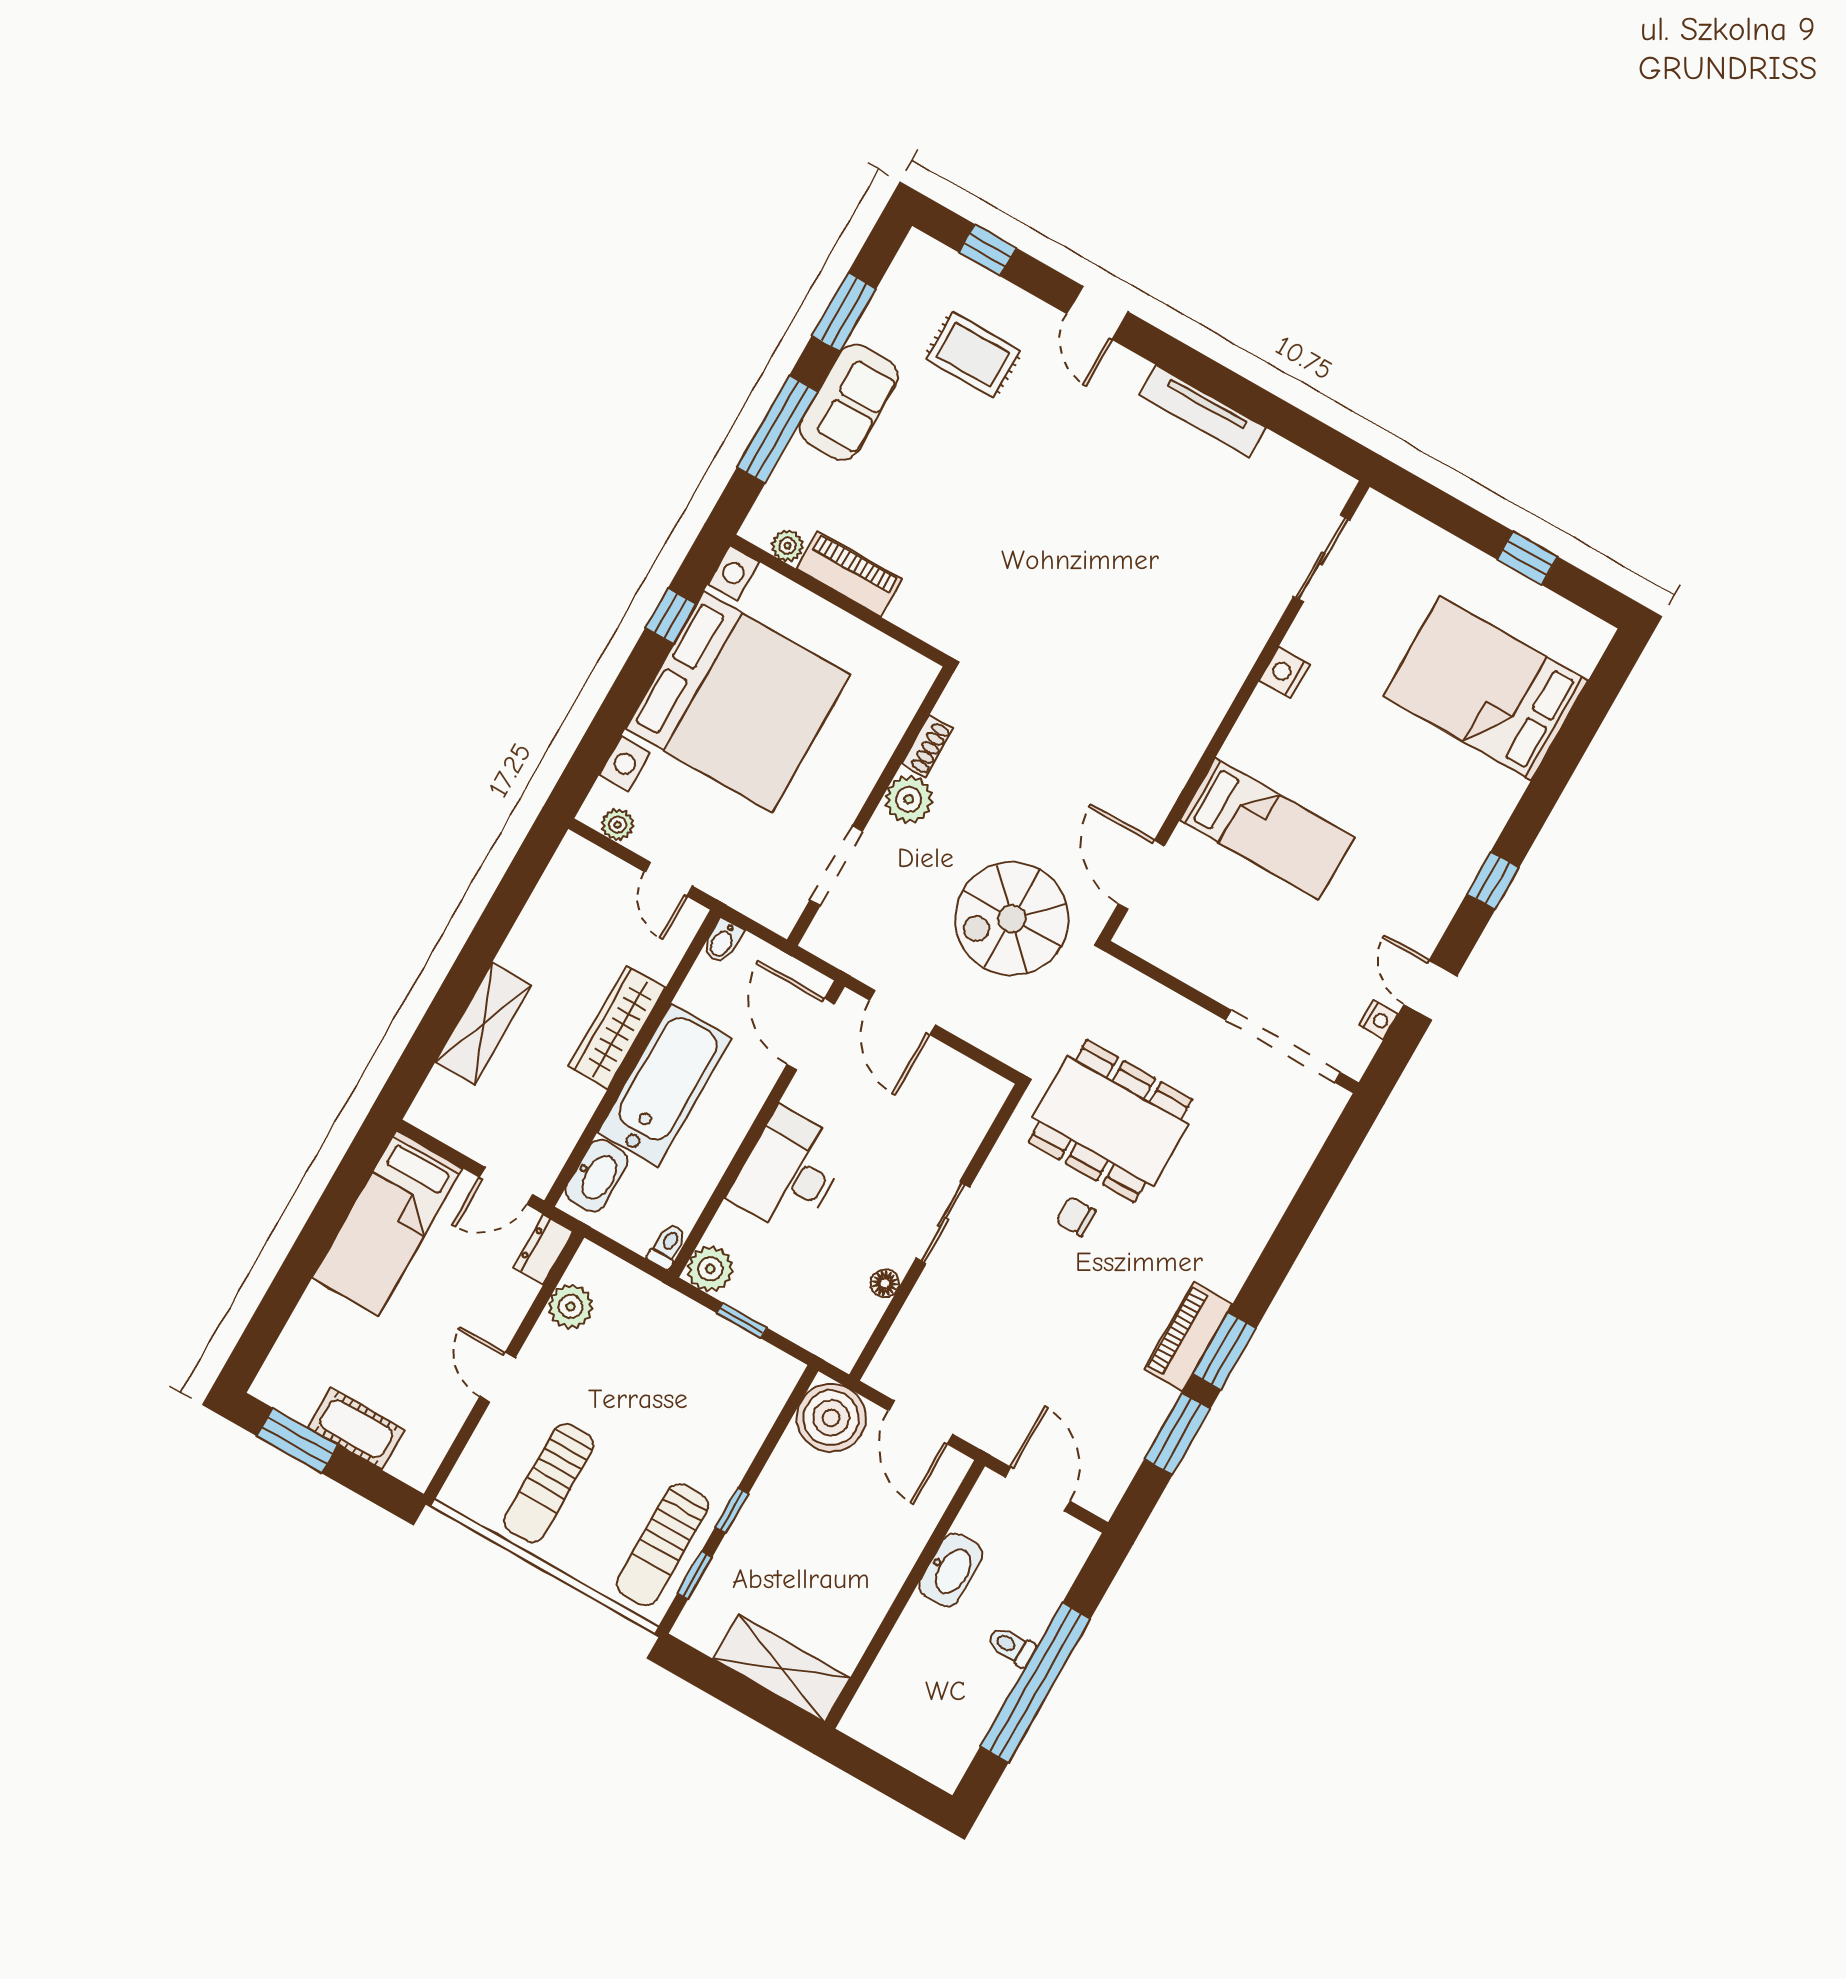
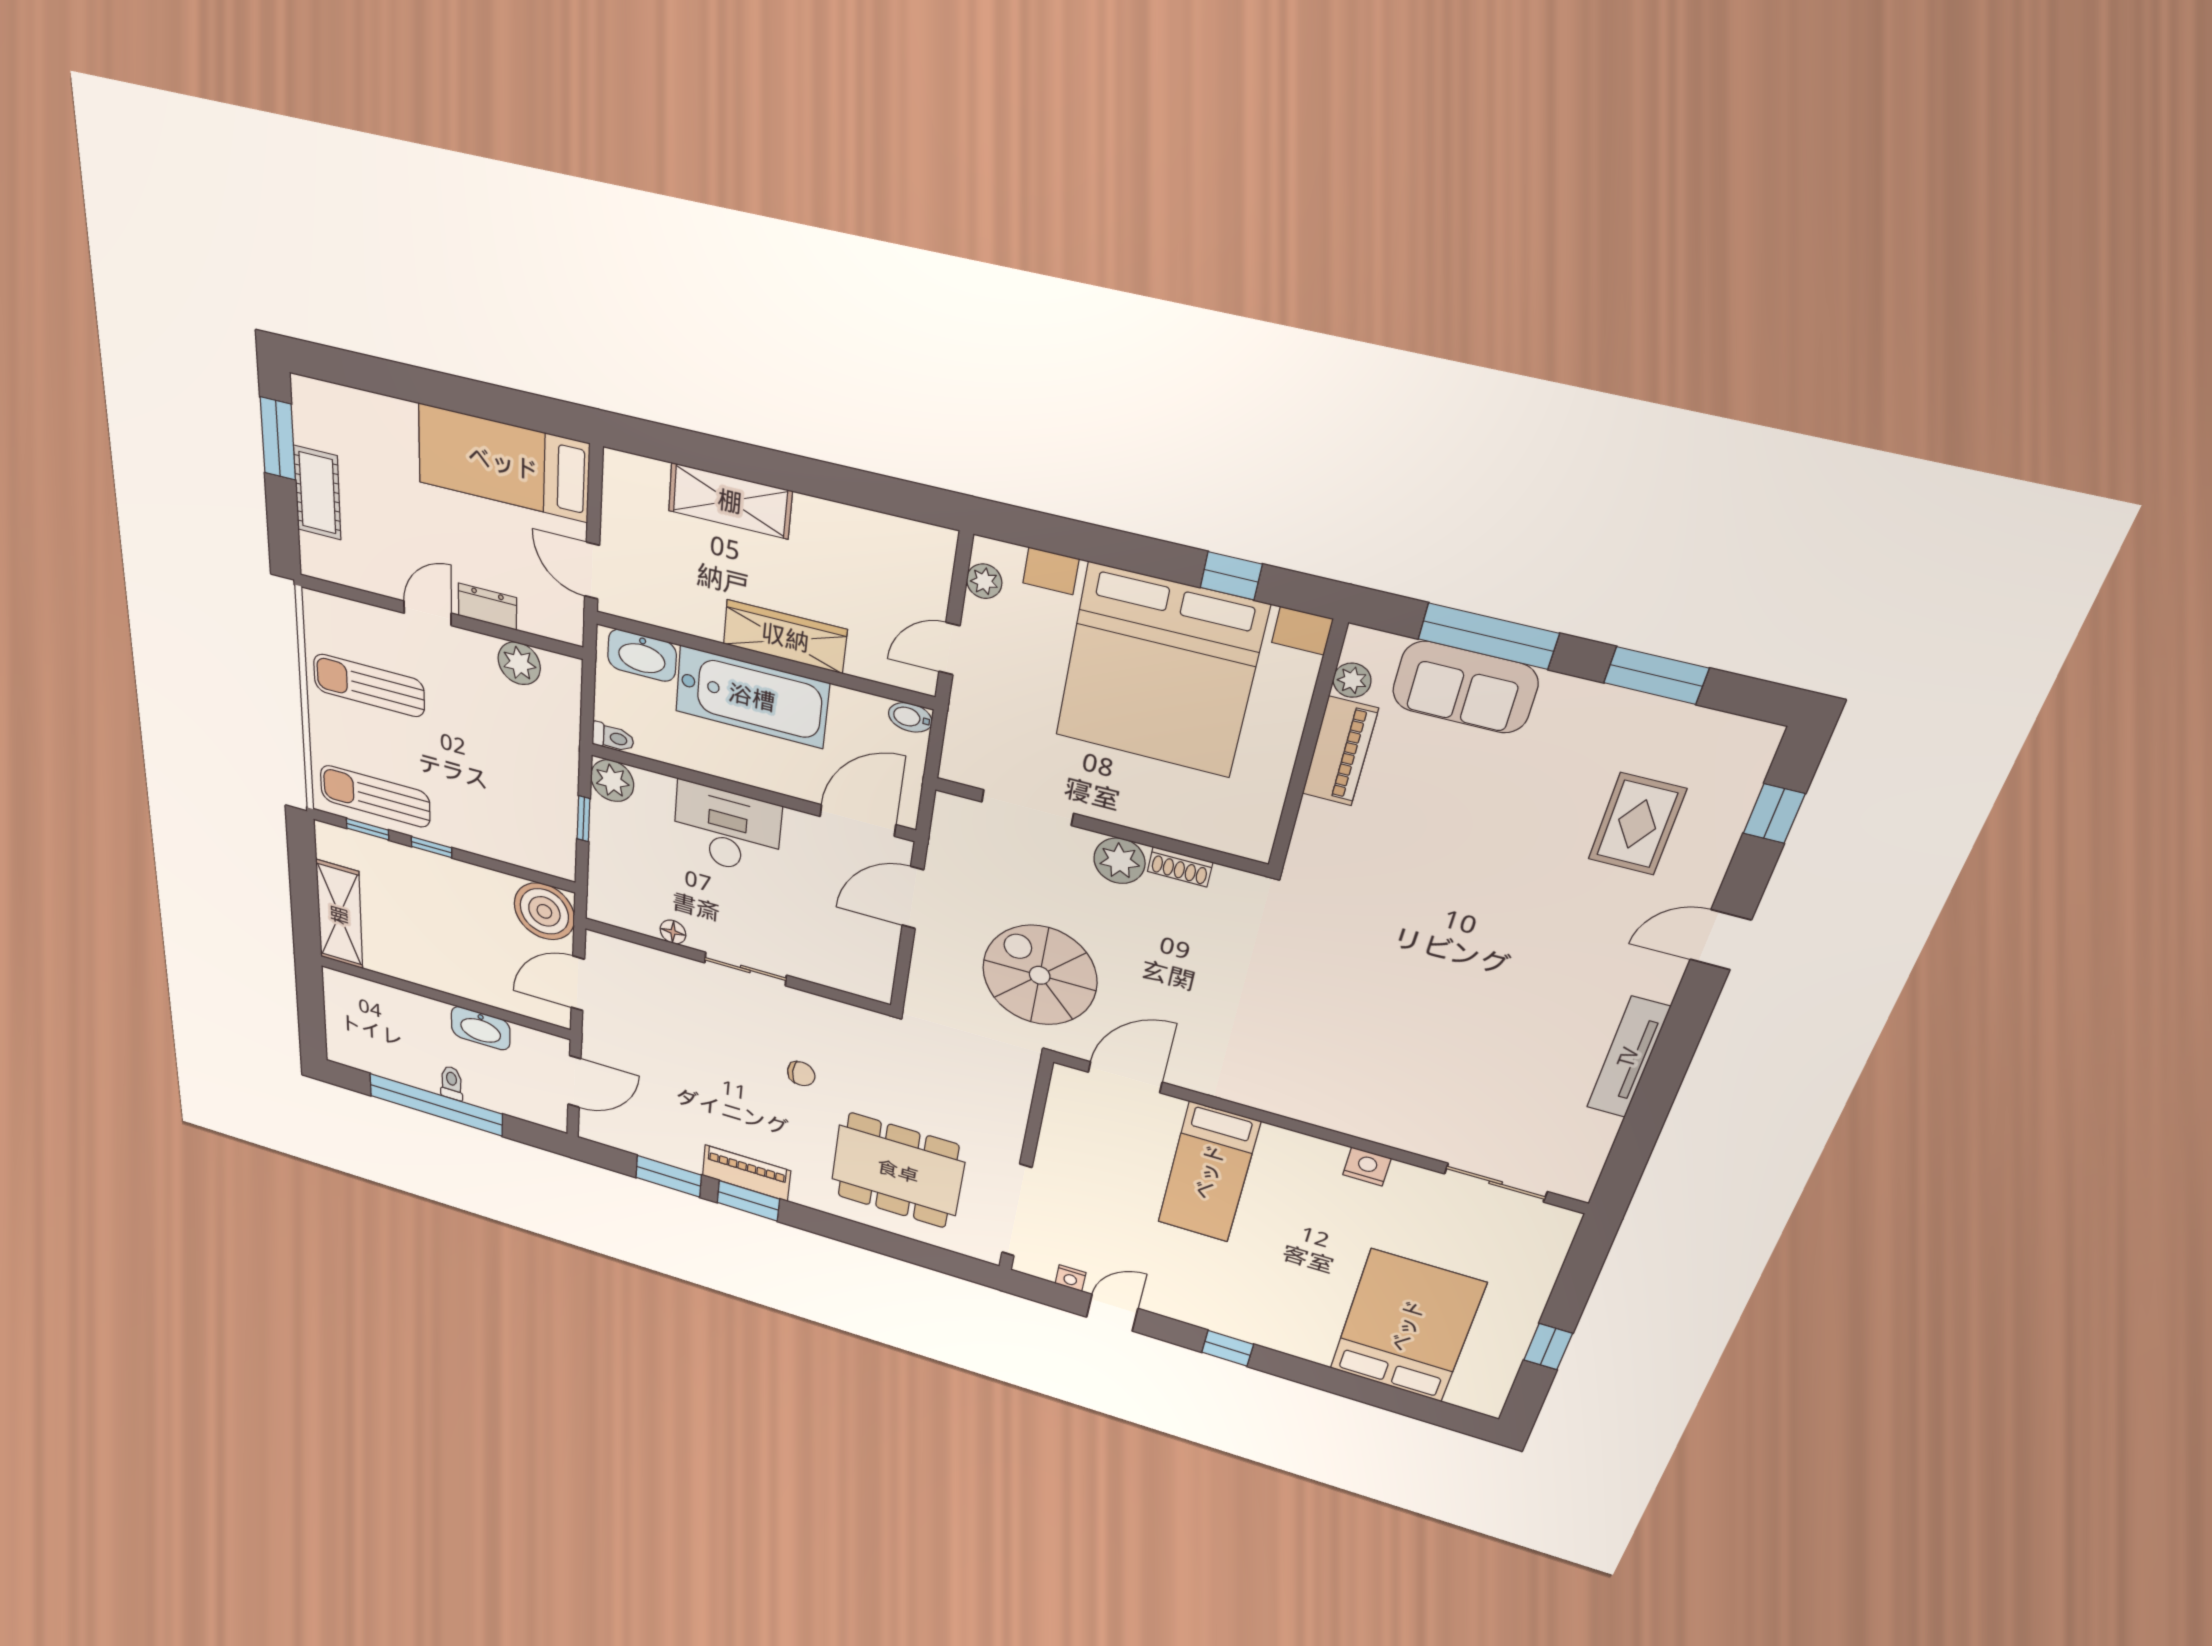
sofa: (849, 402) -> (1465, 687), moved
dining table: (1110, 1121) -> (898, 1171), moved, turned 90
chair: (1076, 1216) -> (801, 1074), turned 90
dresser: (544, 1249) -> (487, 607), moved

